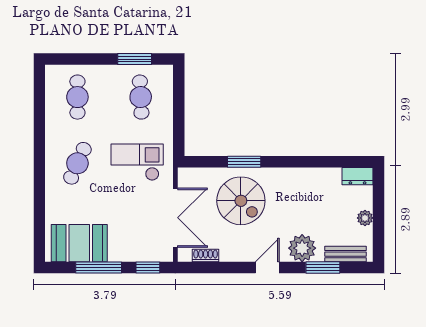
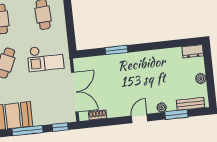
checkout: (137, 162) -> (45, 58), turned 180
spiral stairs: (241, 201) -> (117, 76), removed
plant: (302, 248) -> (162, 107), width x0.53, depth x0.53

